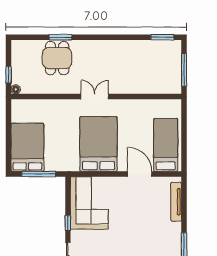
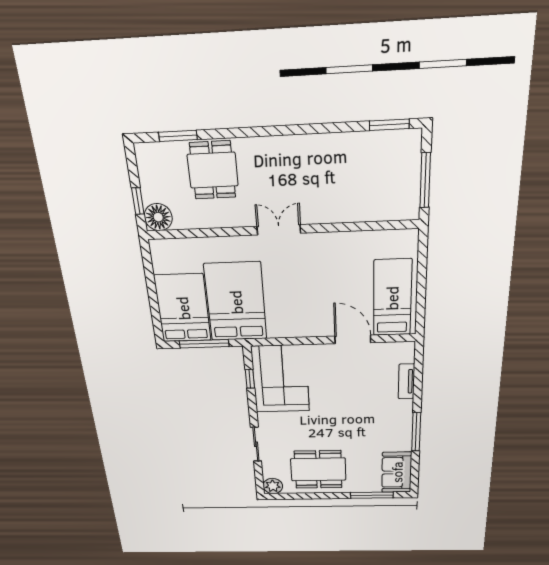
window: (60, 37) -> (178, 136), moved
floor lamp: (16, 89) -> (158, 217), width x1.89, depth x1.89
bed: (99, 144) -> (236, 302), moved
tv unit: (176, 202) -> (406, 381), width x0.71
window: (68, 223) -> (250, 379), moved

